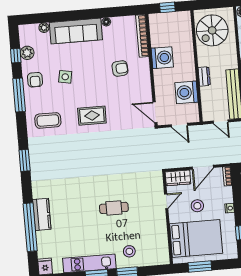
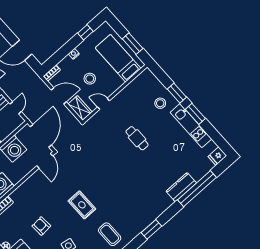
armchair: (120, 68) -> (41, 226), moved
door: (179, 125) -> (41, 136), width x1.87
bed: (196, 239) -> (118, 58), width x0.67

